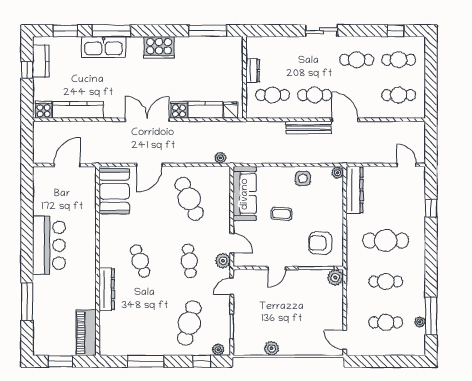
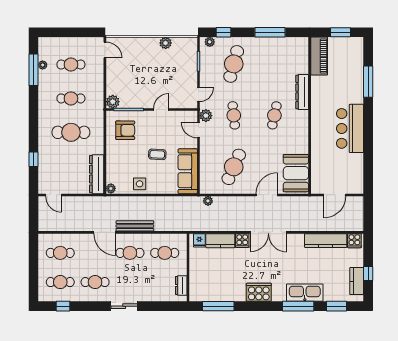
dresser: (253, 71) -> (181, 285), moved
cafe table: (189, 199) -> (234, 167), turned 48
cafe table: (140, 261) -> (274, 115), turned 33

